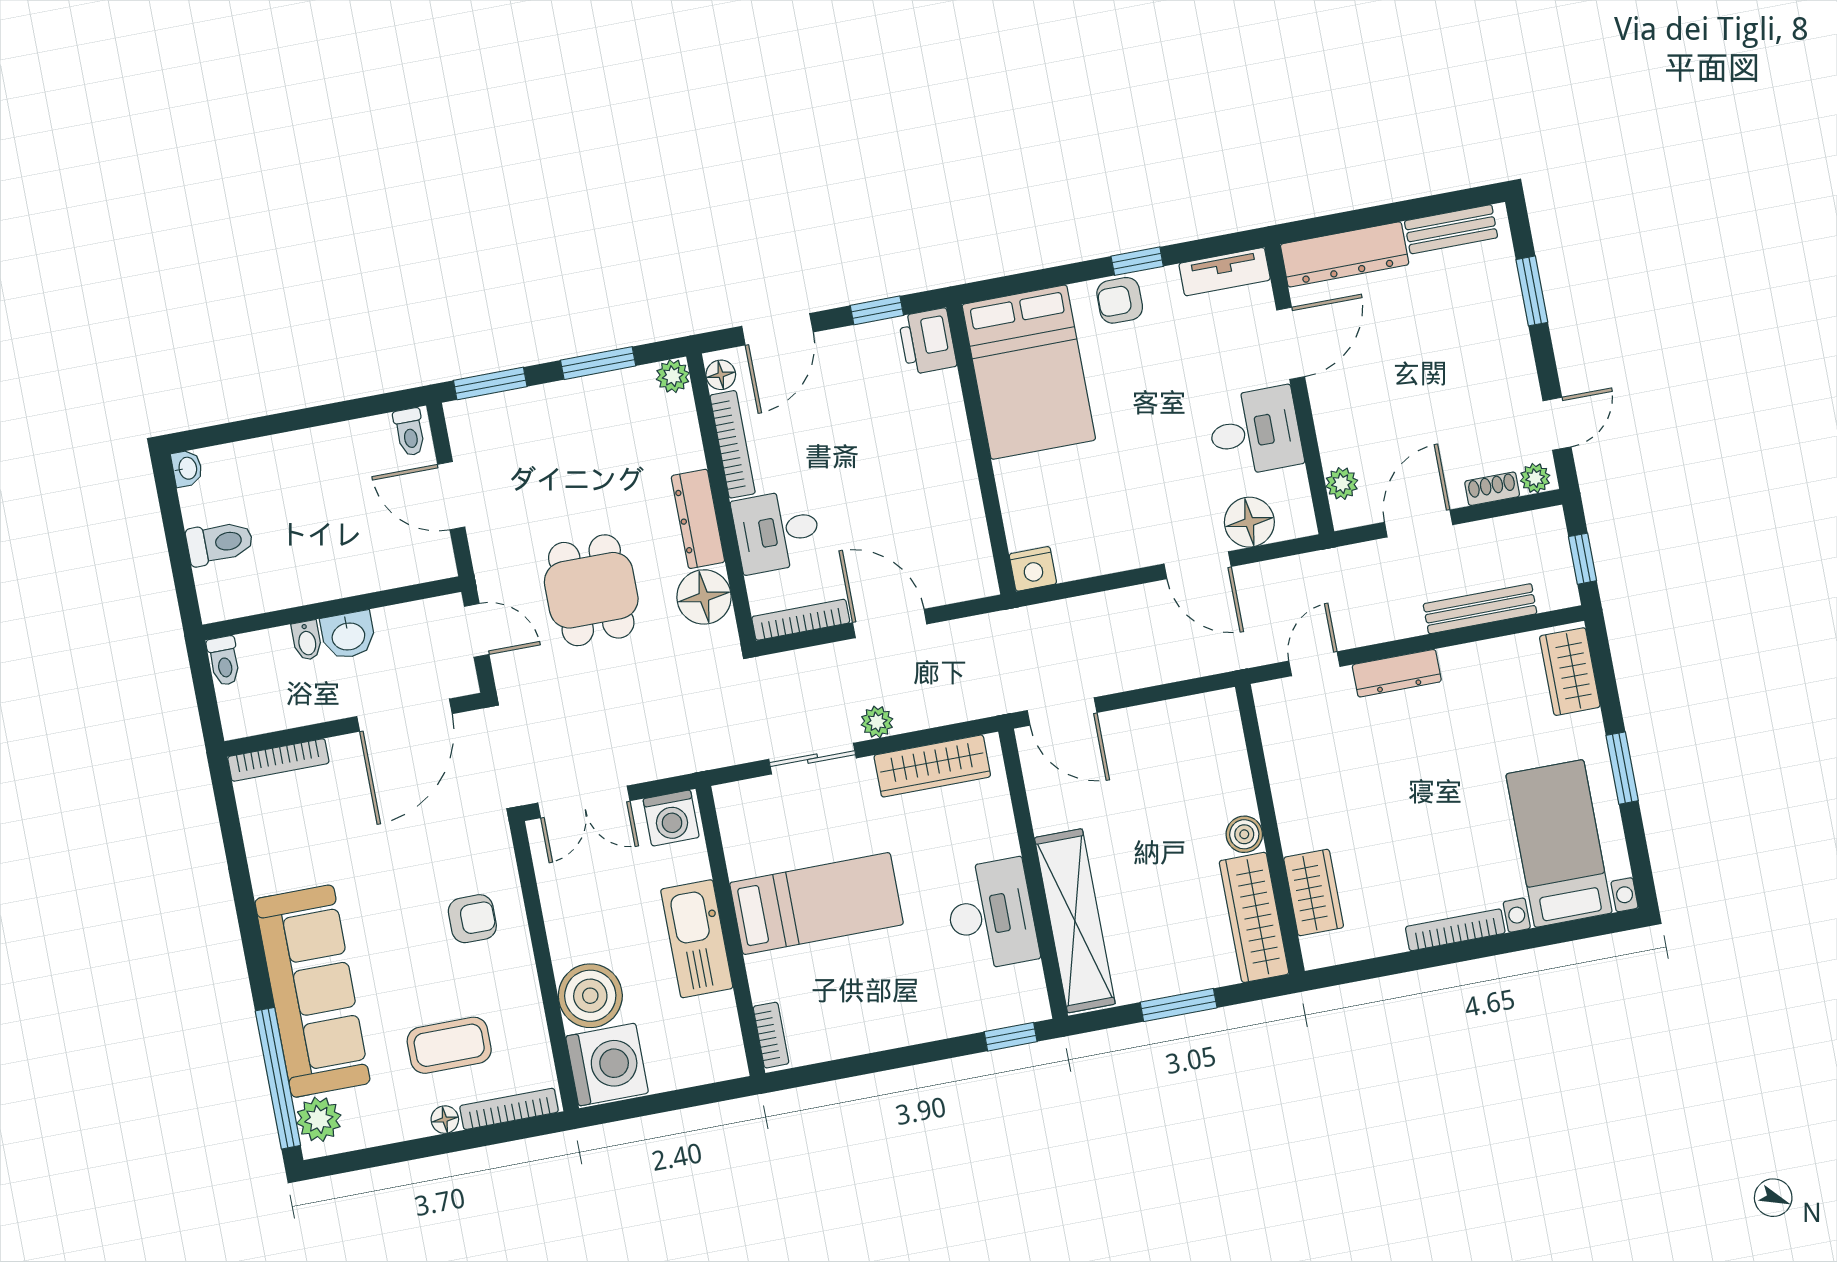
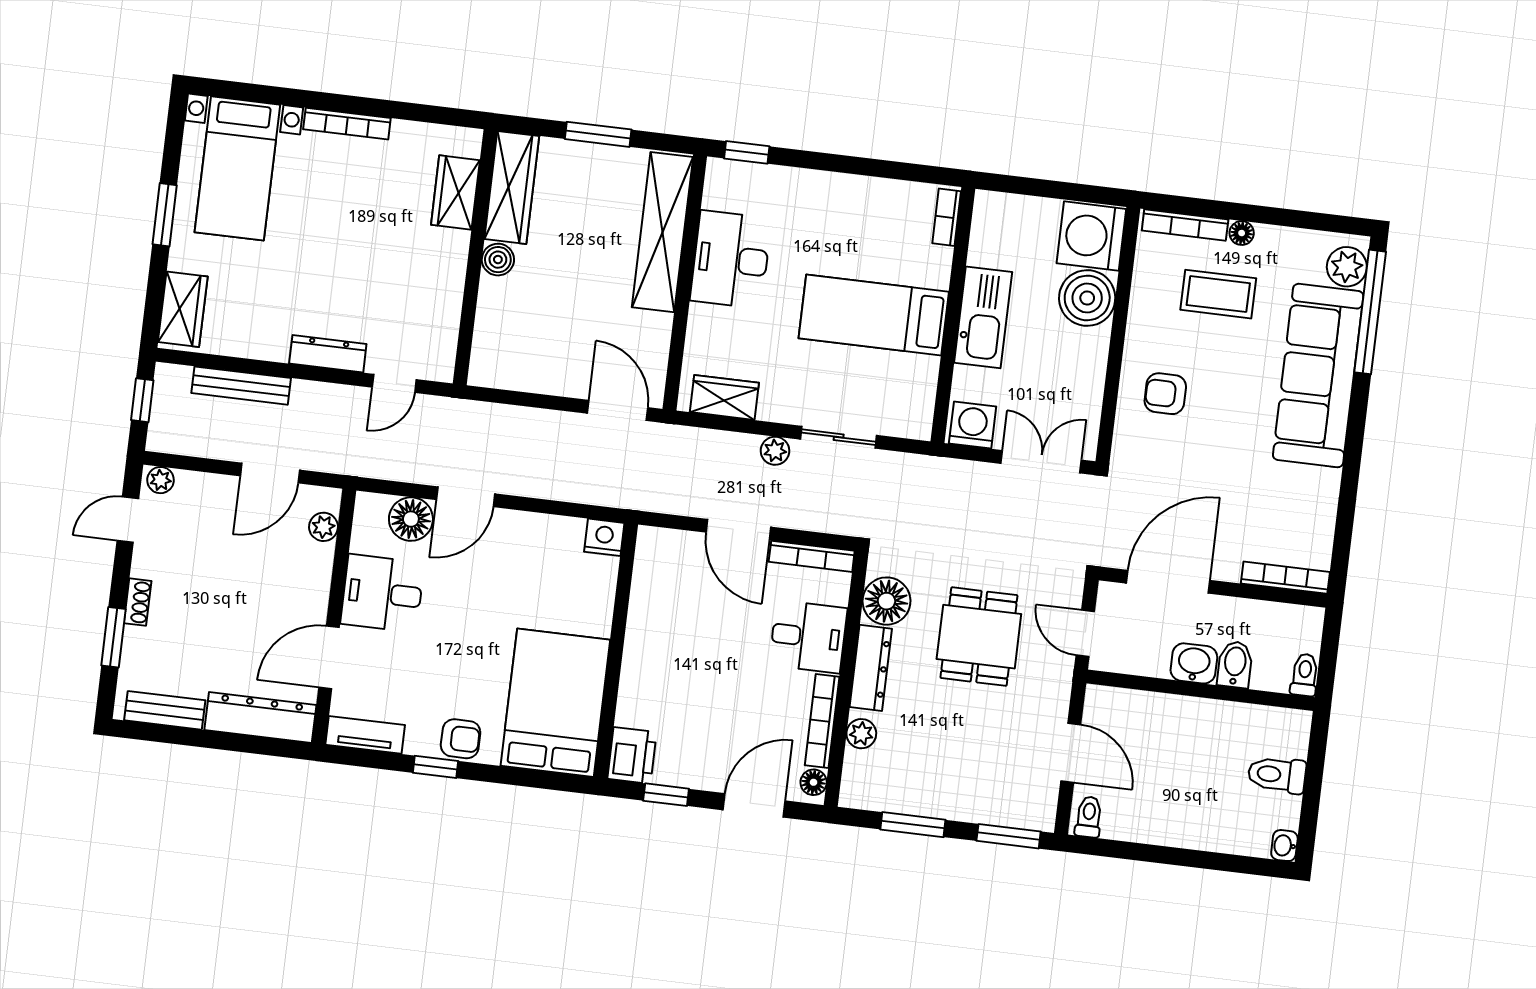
plant: (673, 376) -> (861, 734), moved
shoe rack: (1492, 489) -> (138, 602), moved, turned -90
door: (1198, 565) -> (466, 497), swing flipped
bidet: (307, 640) -> (1235, 665), width x1.38, depth x1.36
wardrobe: (932, 766) -> (724, 397), width x0.67

